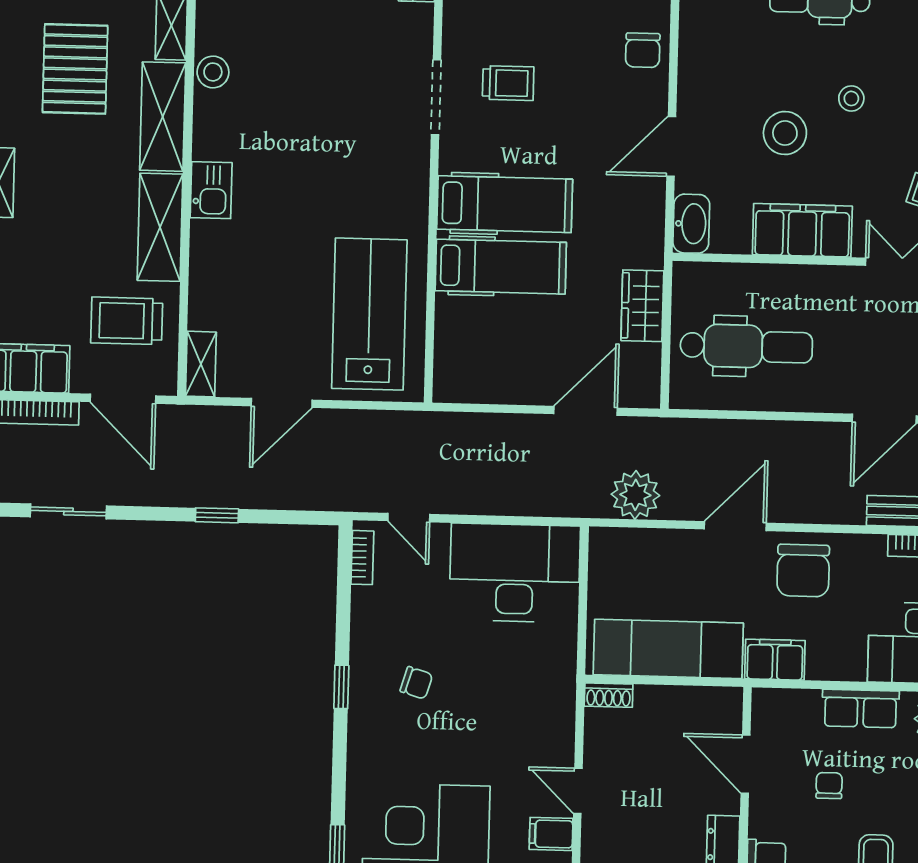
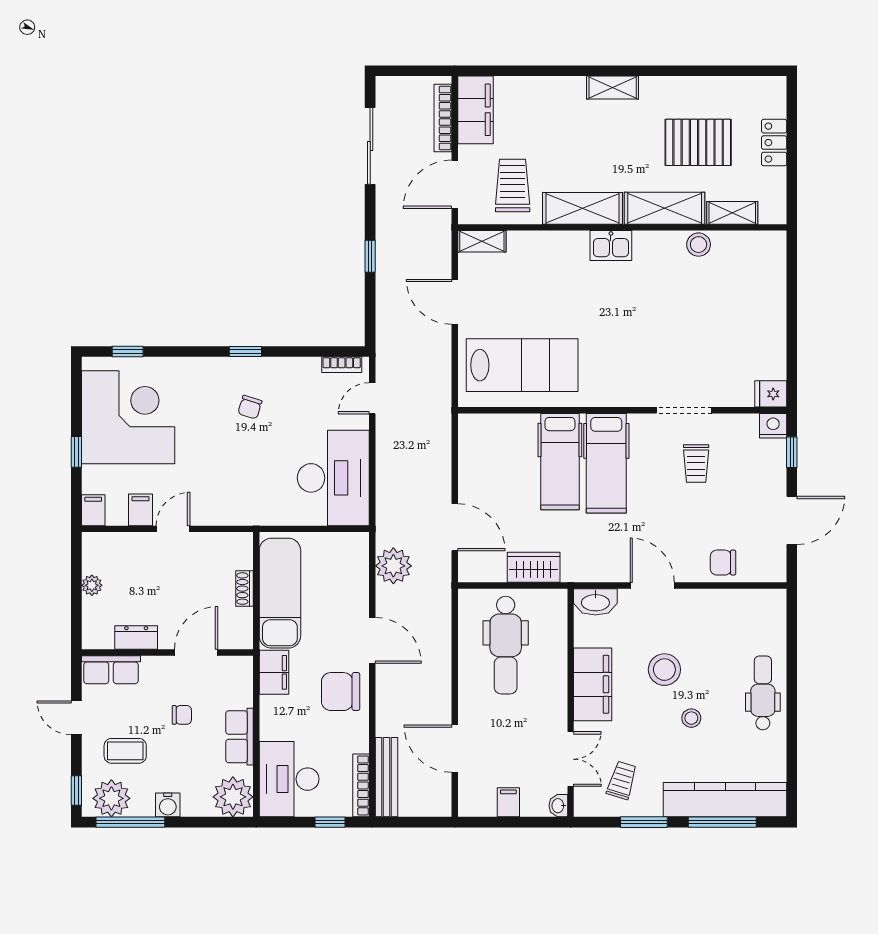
sliding door: (68, 511) -> (370, 146), width x1.37
shoe rack: (609, 695) -> (244, 589), moved

